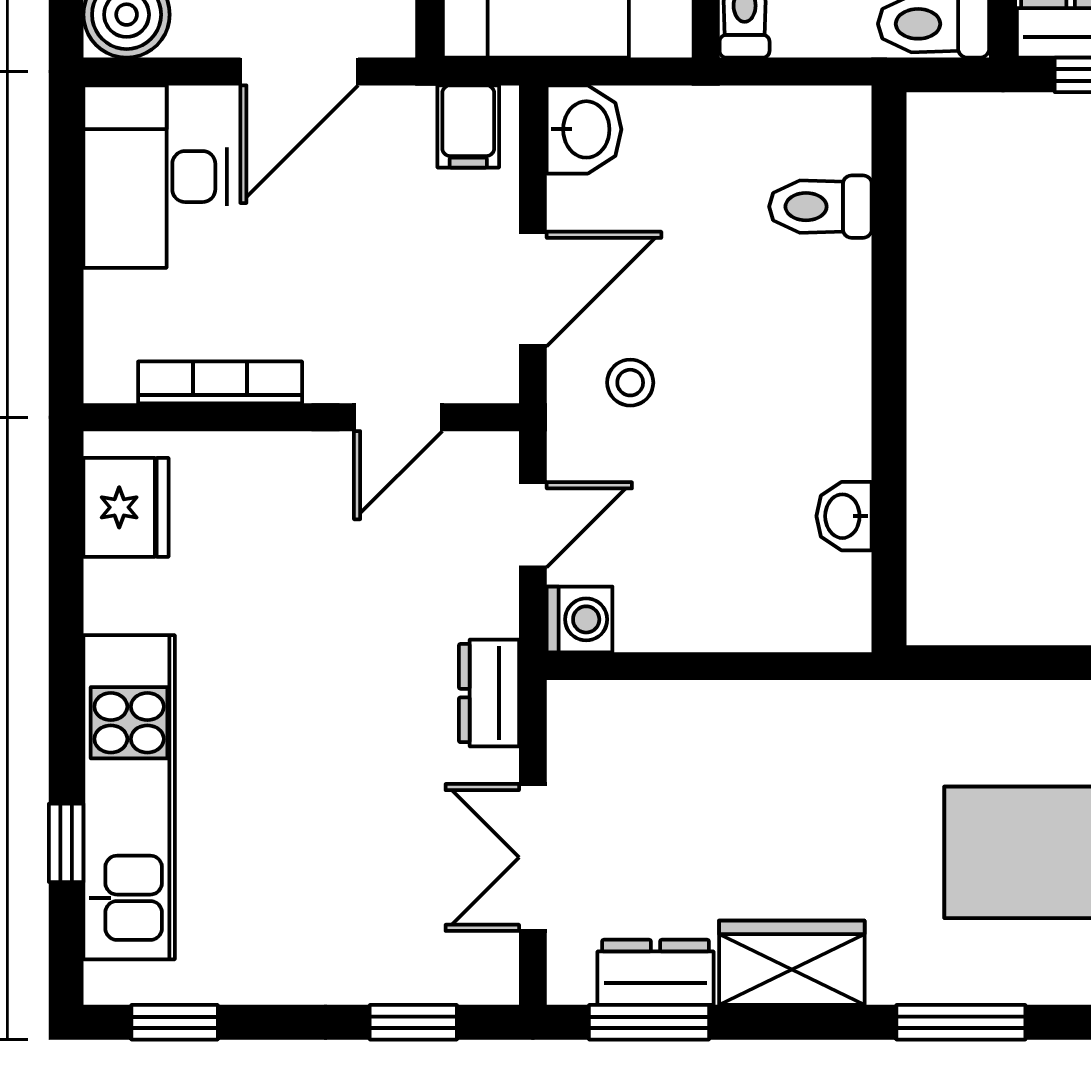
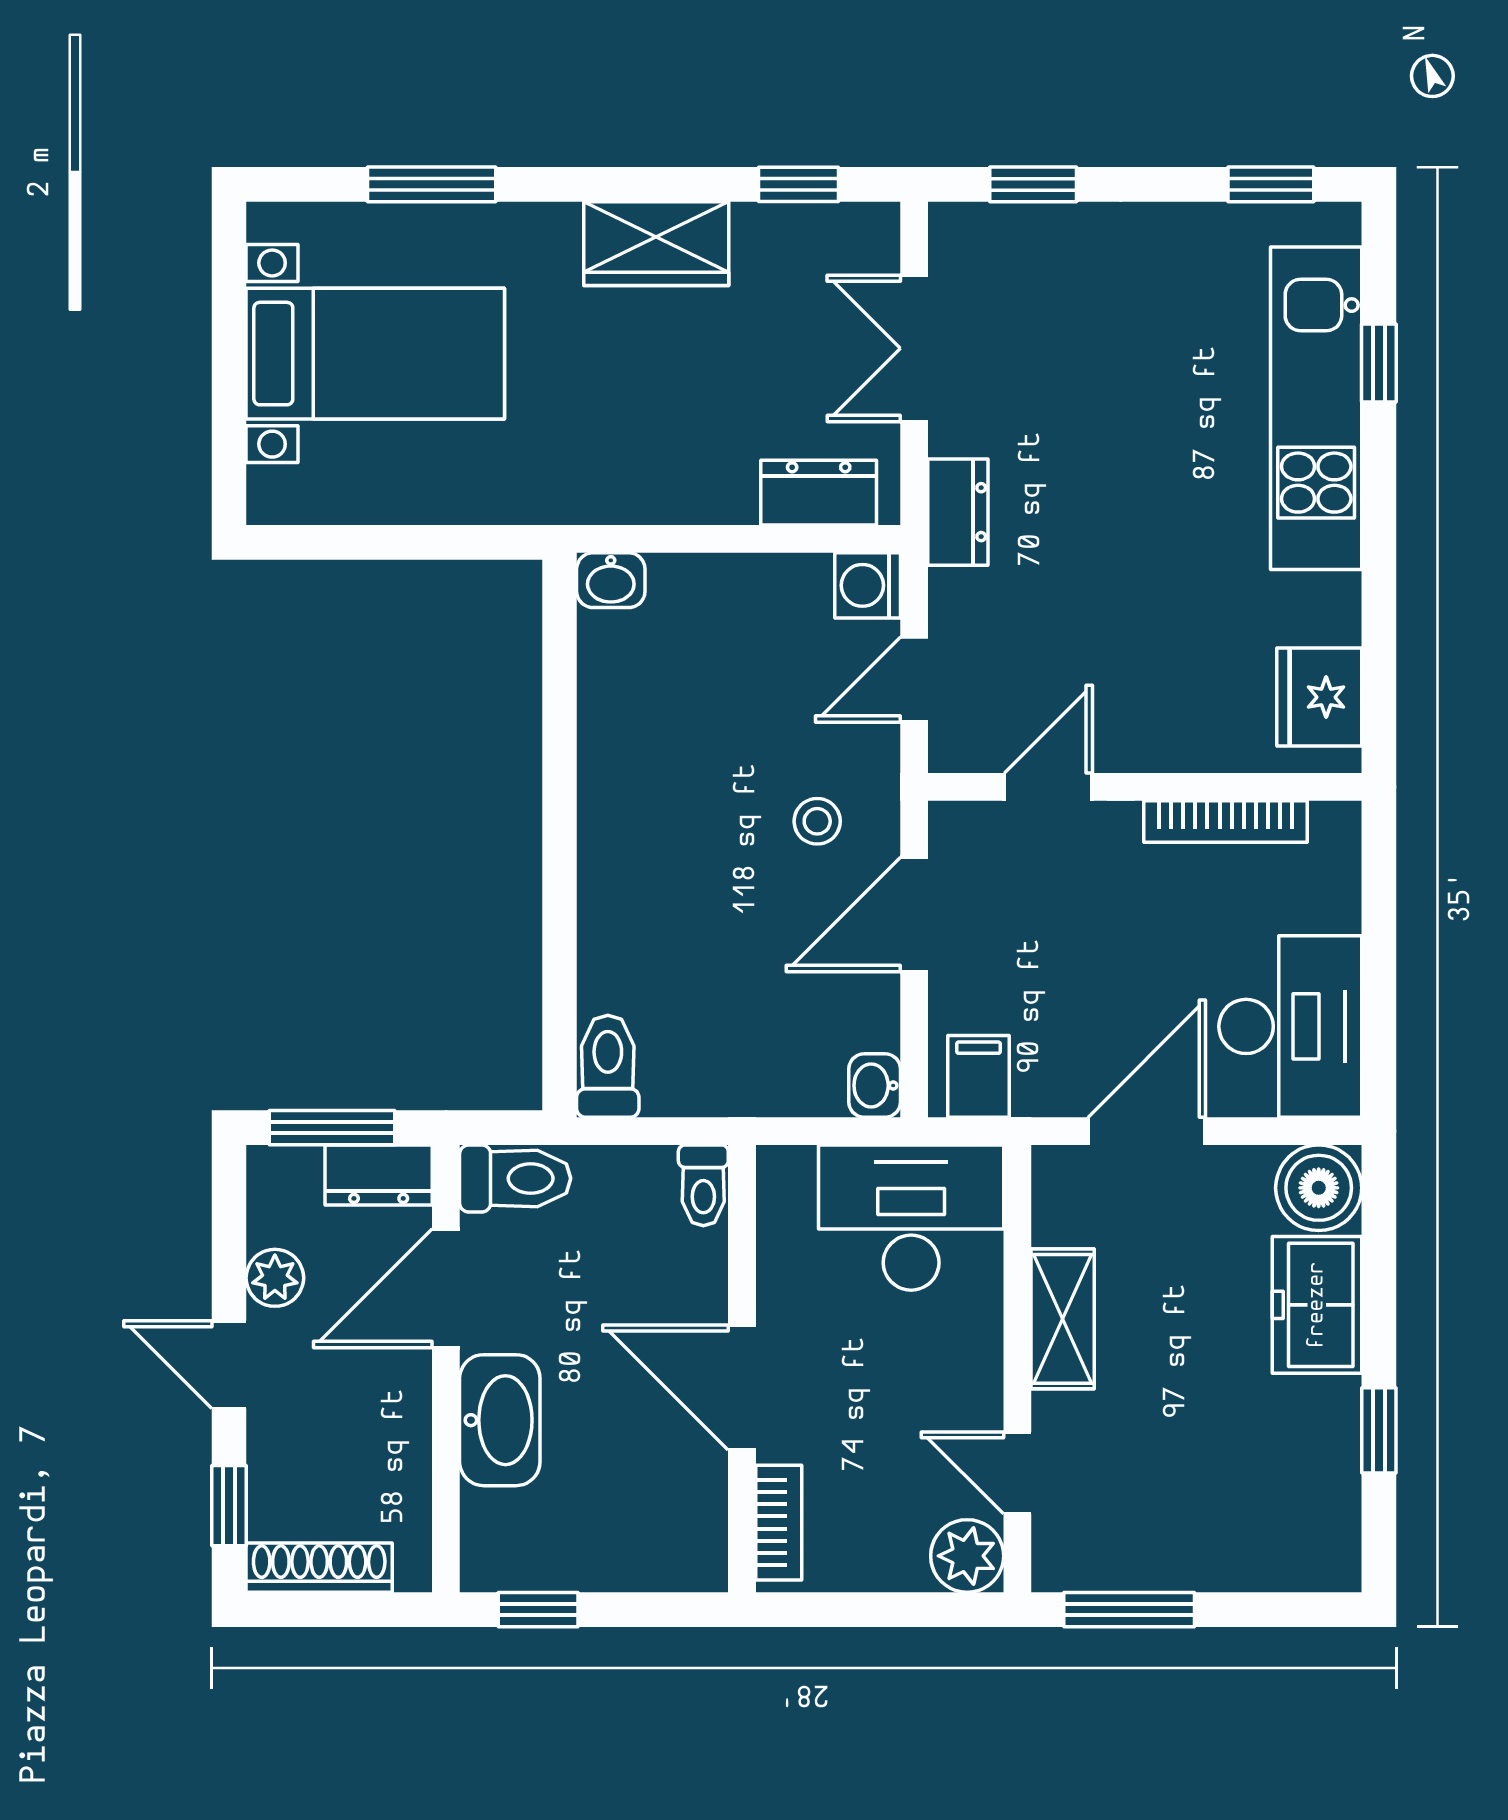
washbasin: (584, 129) -> (875, 1085), width x0.72, depth x0.69
toilet: (820, 207) -> (608, 1066), moved, turned -90
washbasin: (844, 516) -> (611, 580), moved, turned 90
double door: (533, 857) -> (914, 348), swing flipped
dresser: (655, 972) -> (819, 493), moved, turned 180
window: (649, 1022) -> (798, 184), width x0.67
window: (961, 1022) -> (432, 184), moved

